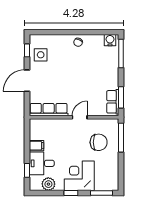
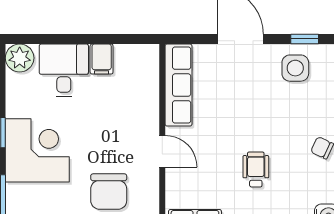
wheelchair: (88, 73) -> (256, 170), added
window: (27, 170) -> (49, 39), removed
plant: (48, 184) -> (20, 58), moved

